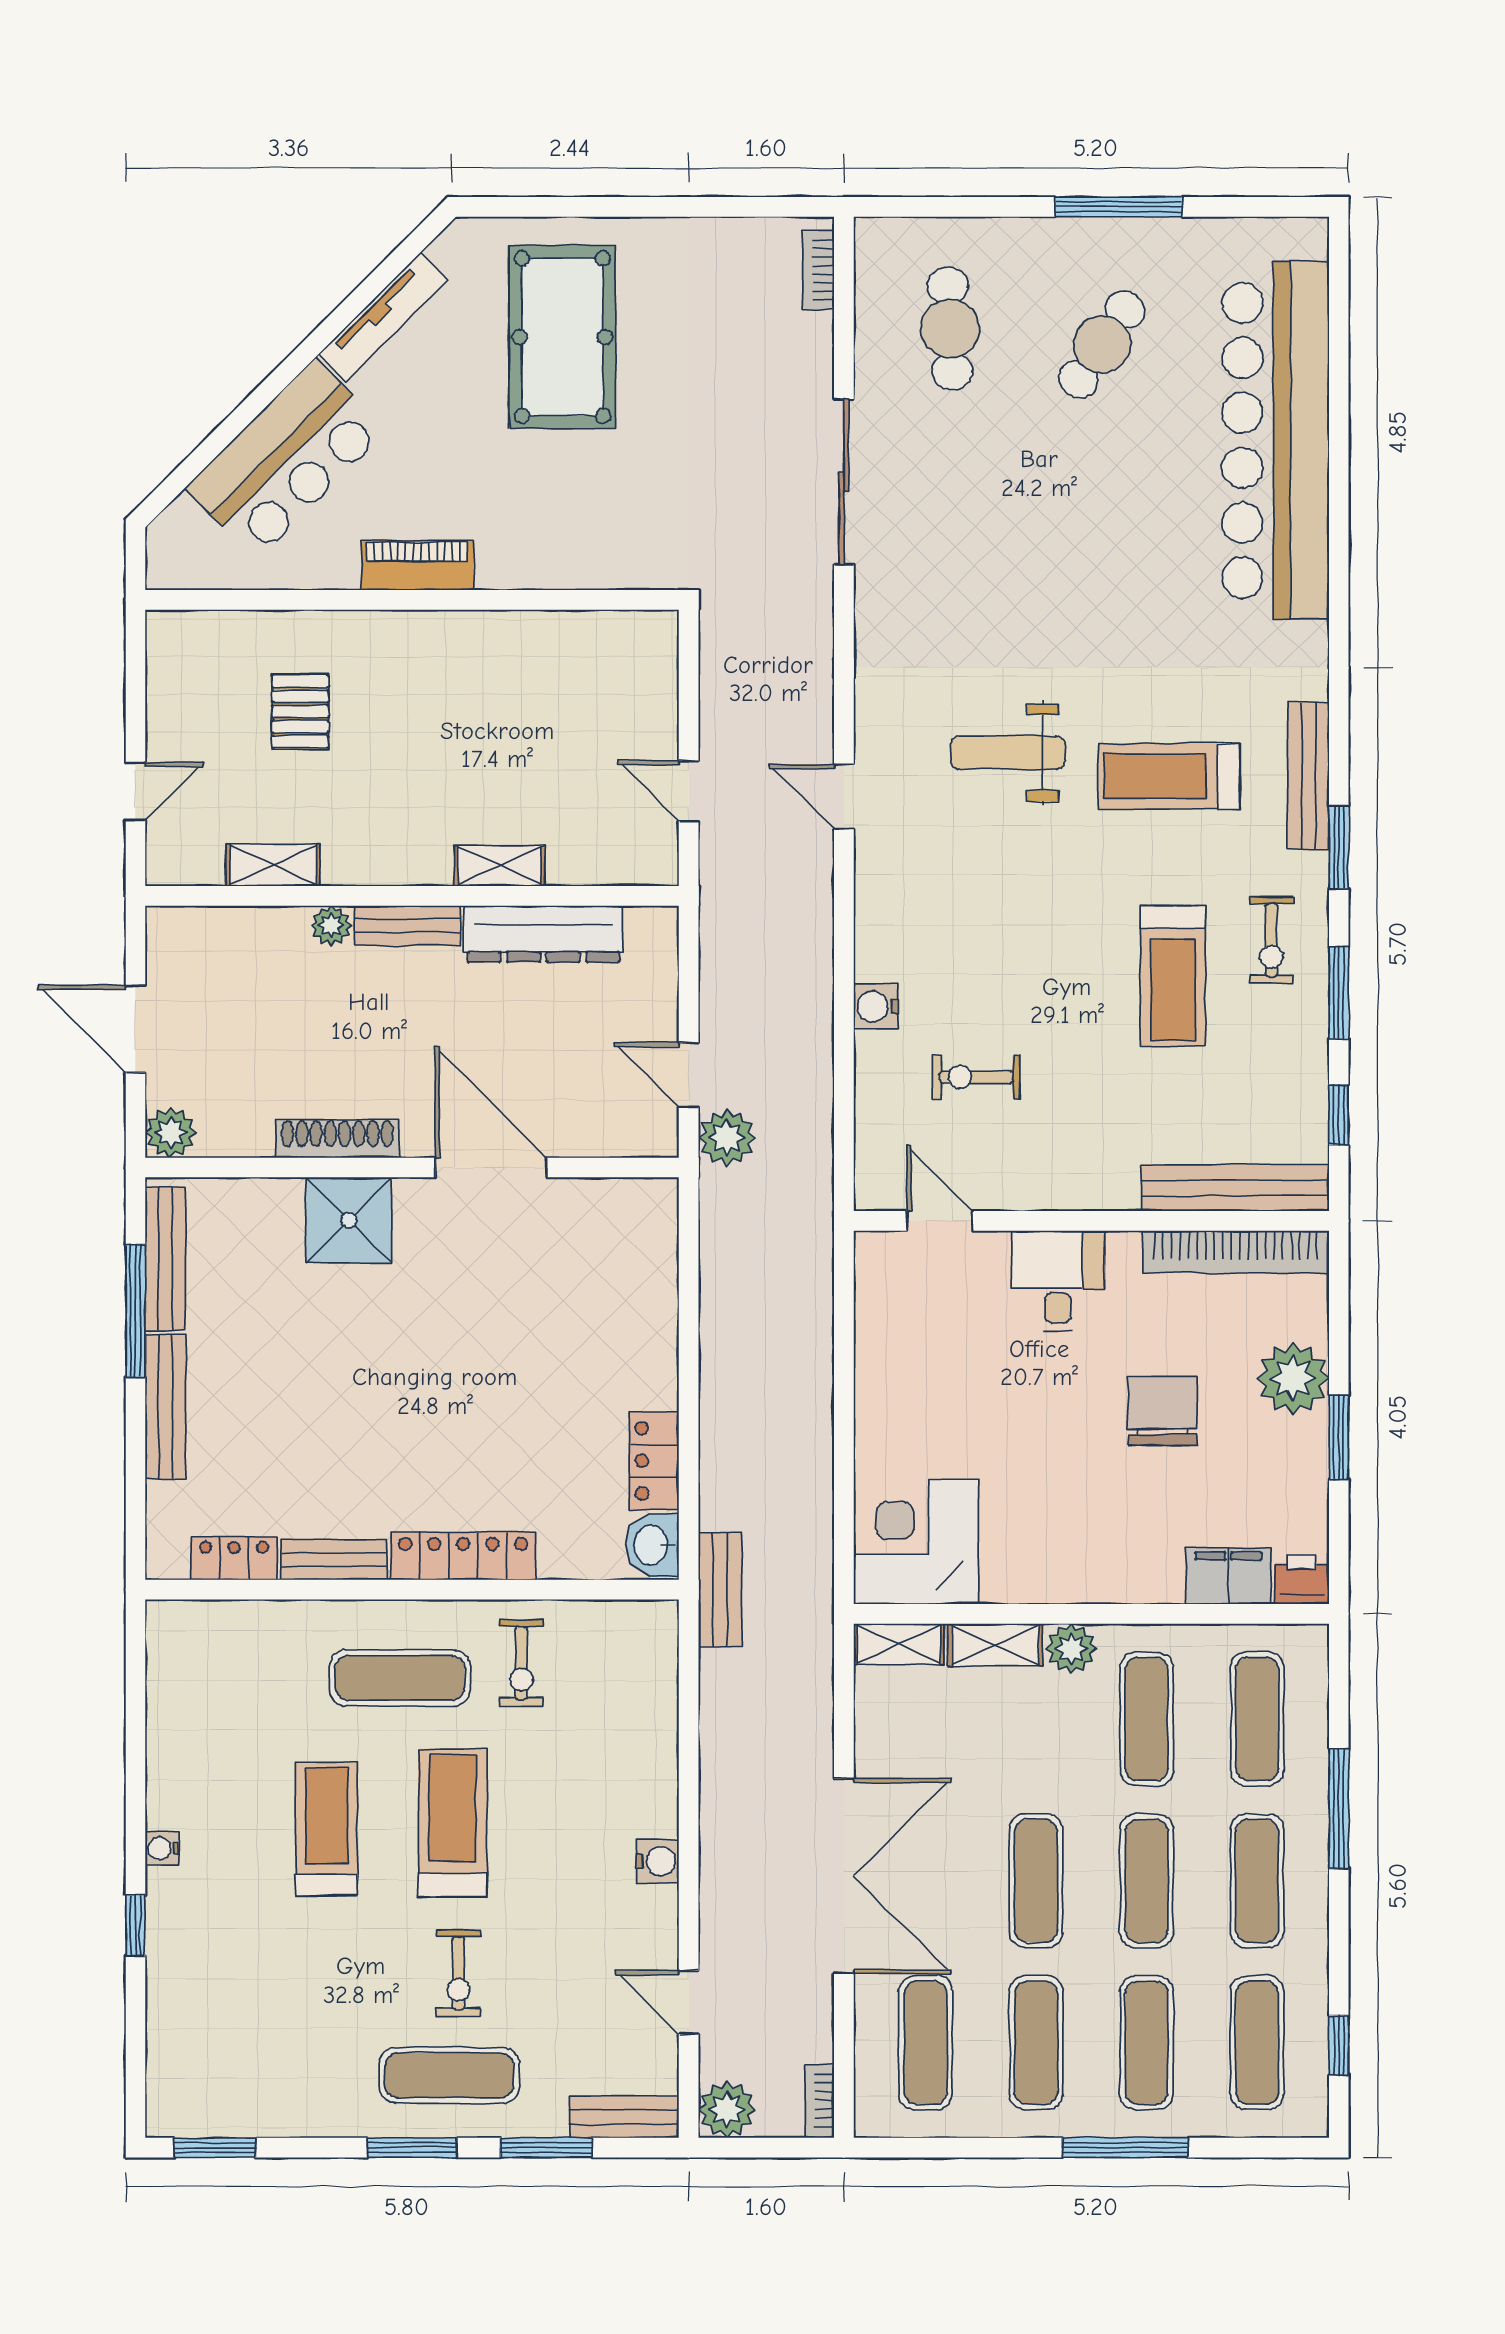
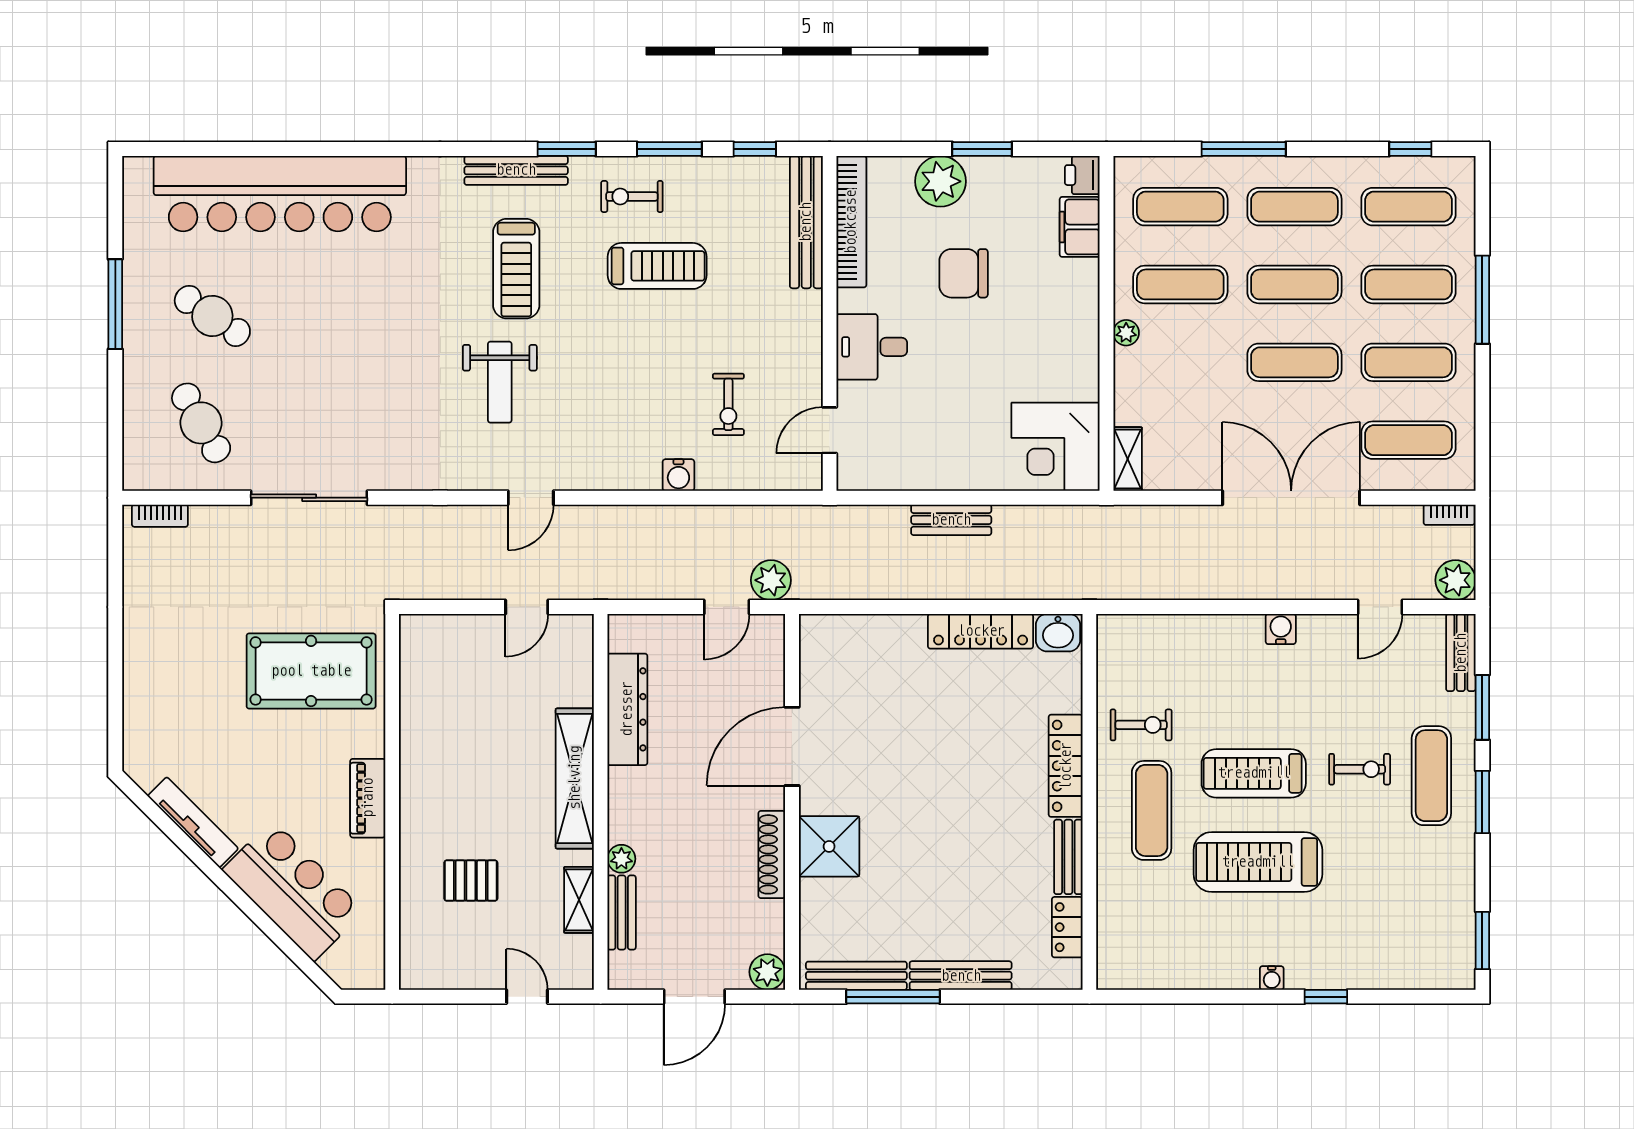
cafe table: (950, 328) -> (201, 423), turned 63
pool table: (562, 337) -> (311, 671), moved
shelving: (500, 866) -> (575, 778), width x2.20, depth x1.33
bench: (408, 926) -> (622, 913), moved
exercise bike: (1271, 940) -> (632, 196), turned 180
locker: (654, 1461) -> (981, 631), width x1.53
bench: (720, 1590) -> (951, 520), moved
shelving: (995, 1645) -> (1128, 391), removed
plant: (1071, 1649) -> (1126, 333), width x0.73, depth x0.73
treadmill: (327, 1829) -> (1258, 862), width x1.37, depth x1.38

